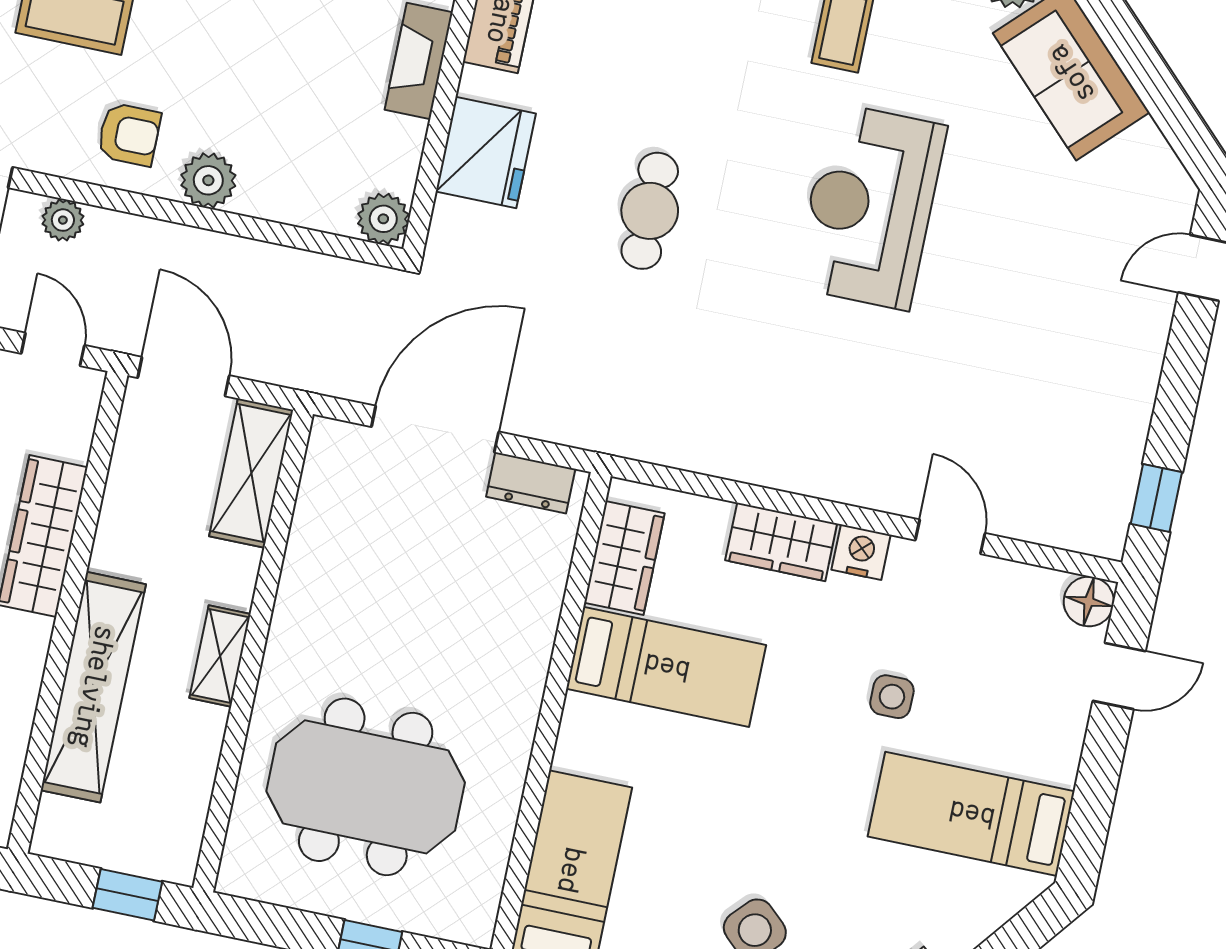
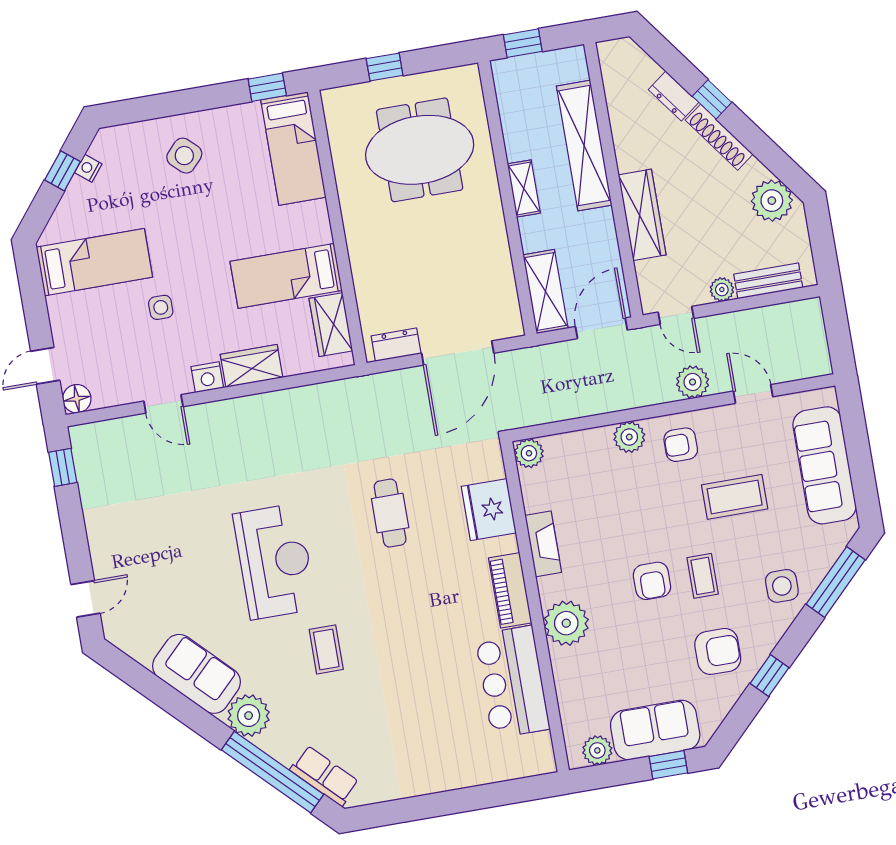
plant: (63, 220) -> (693, 382), width x1.38, depth x1.38
door: (183, 377) -> (601, 328), swing flipped

